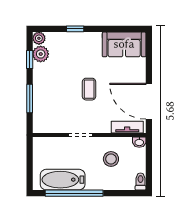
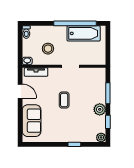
sofa: (124, 44) -> (32, 121), moved, turned 90
plant: (41, 54) -> (100, 109), moved
door: (149, 101) -> (20, 91), width x0.53

